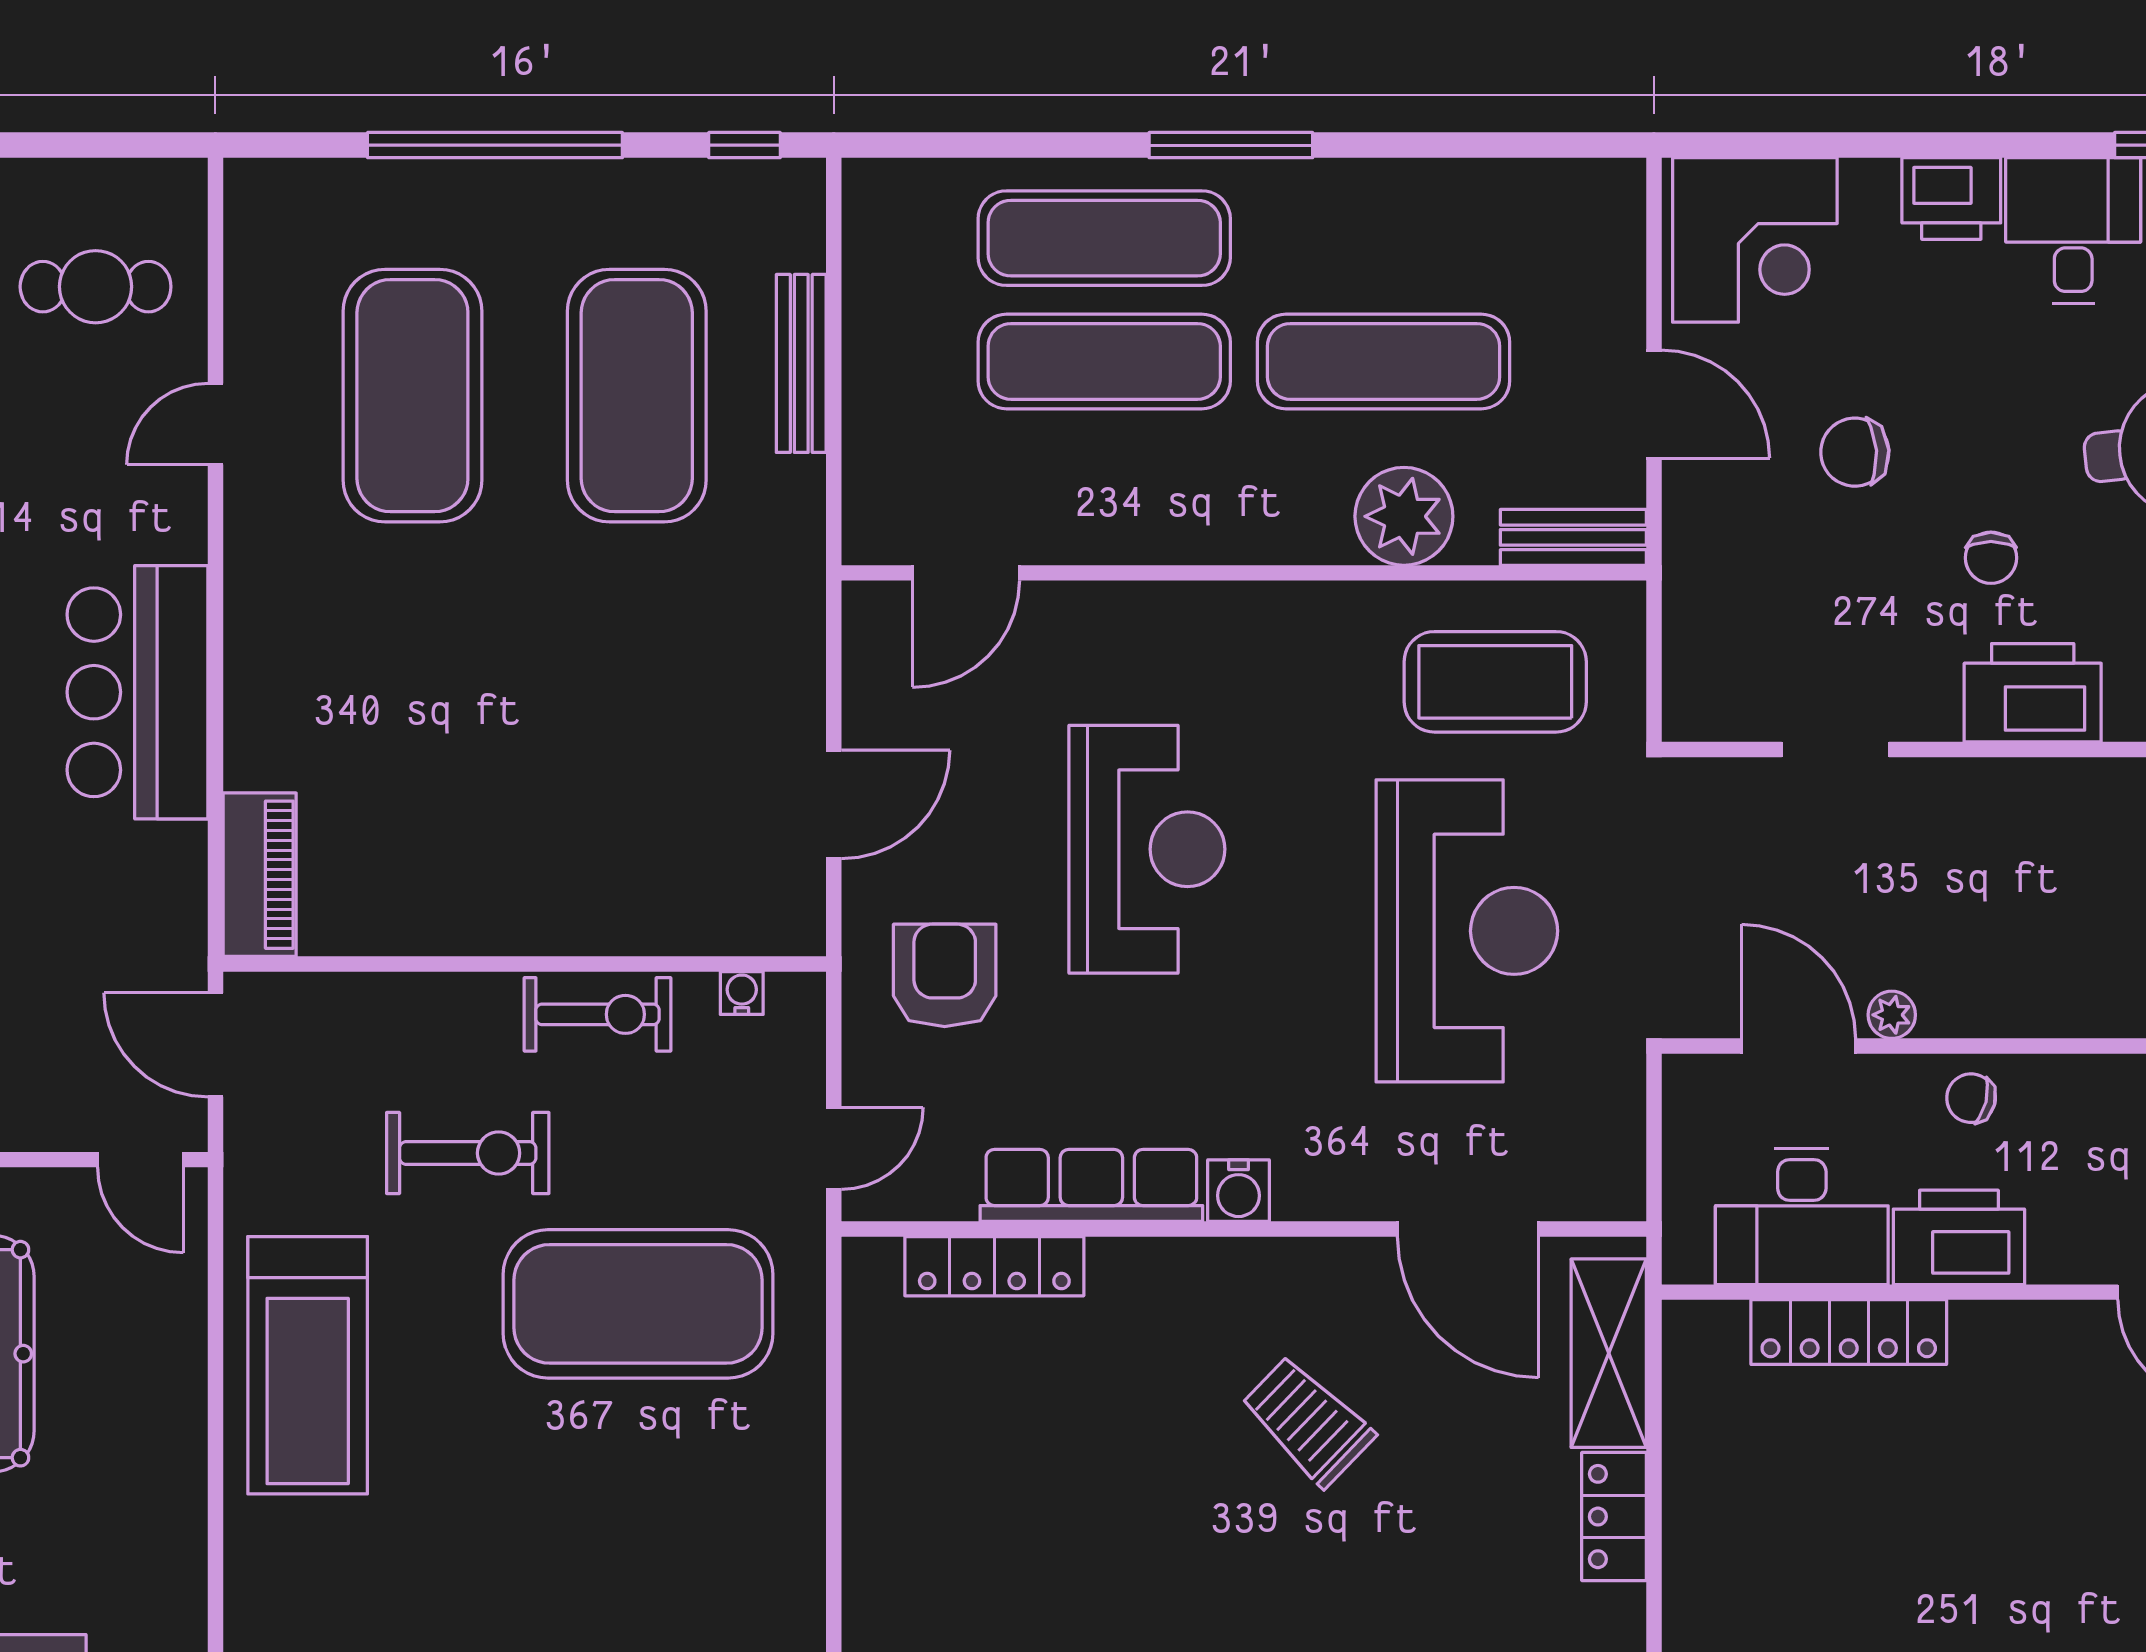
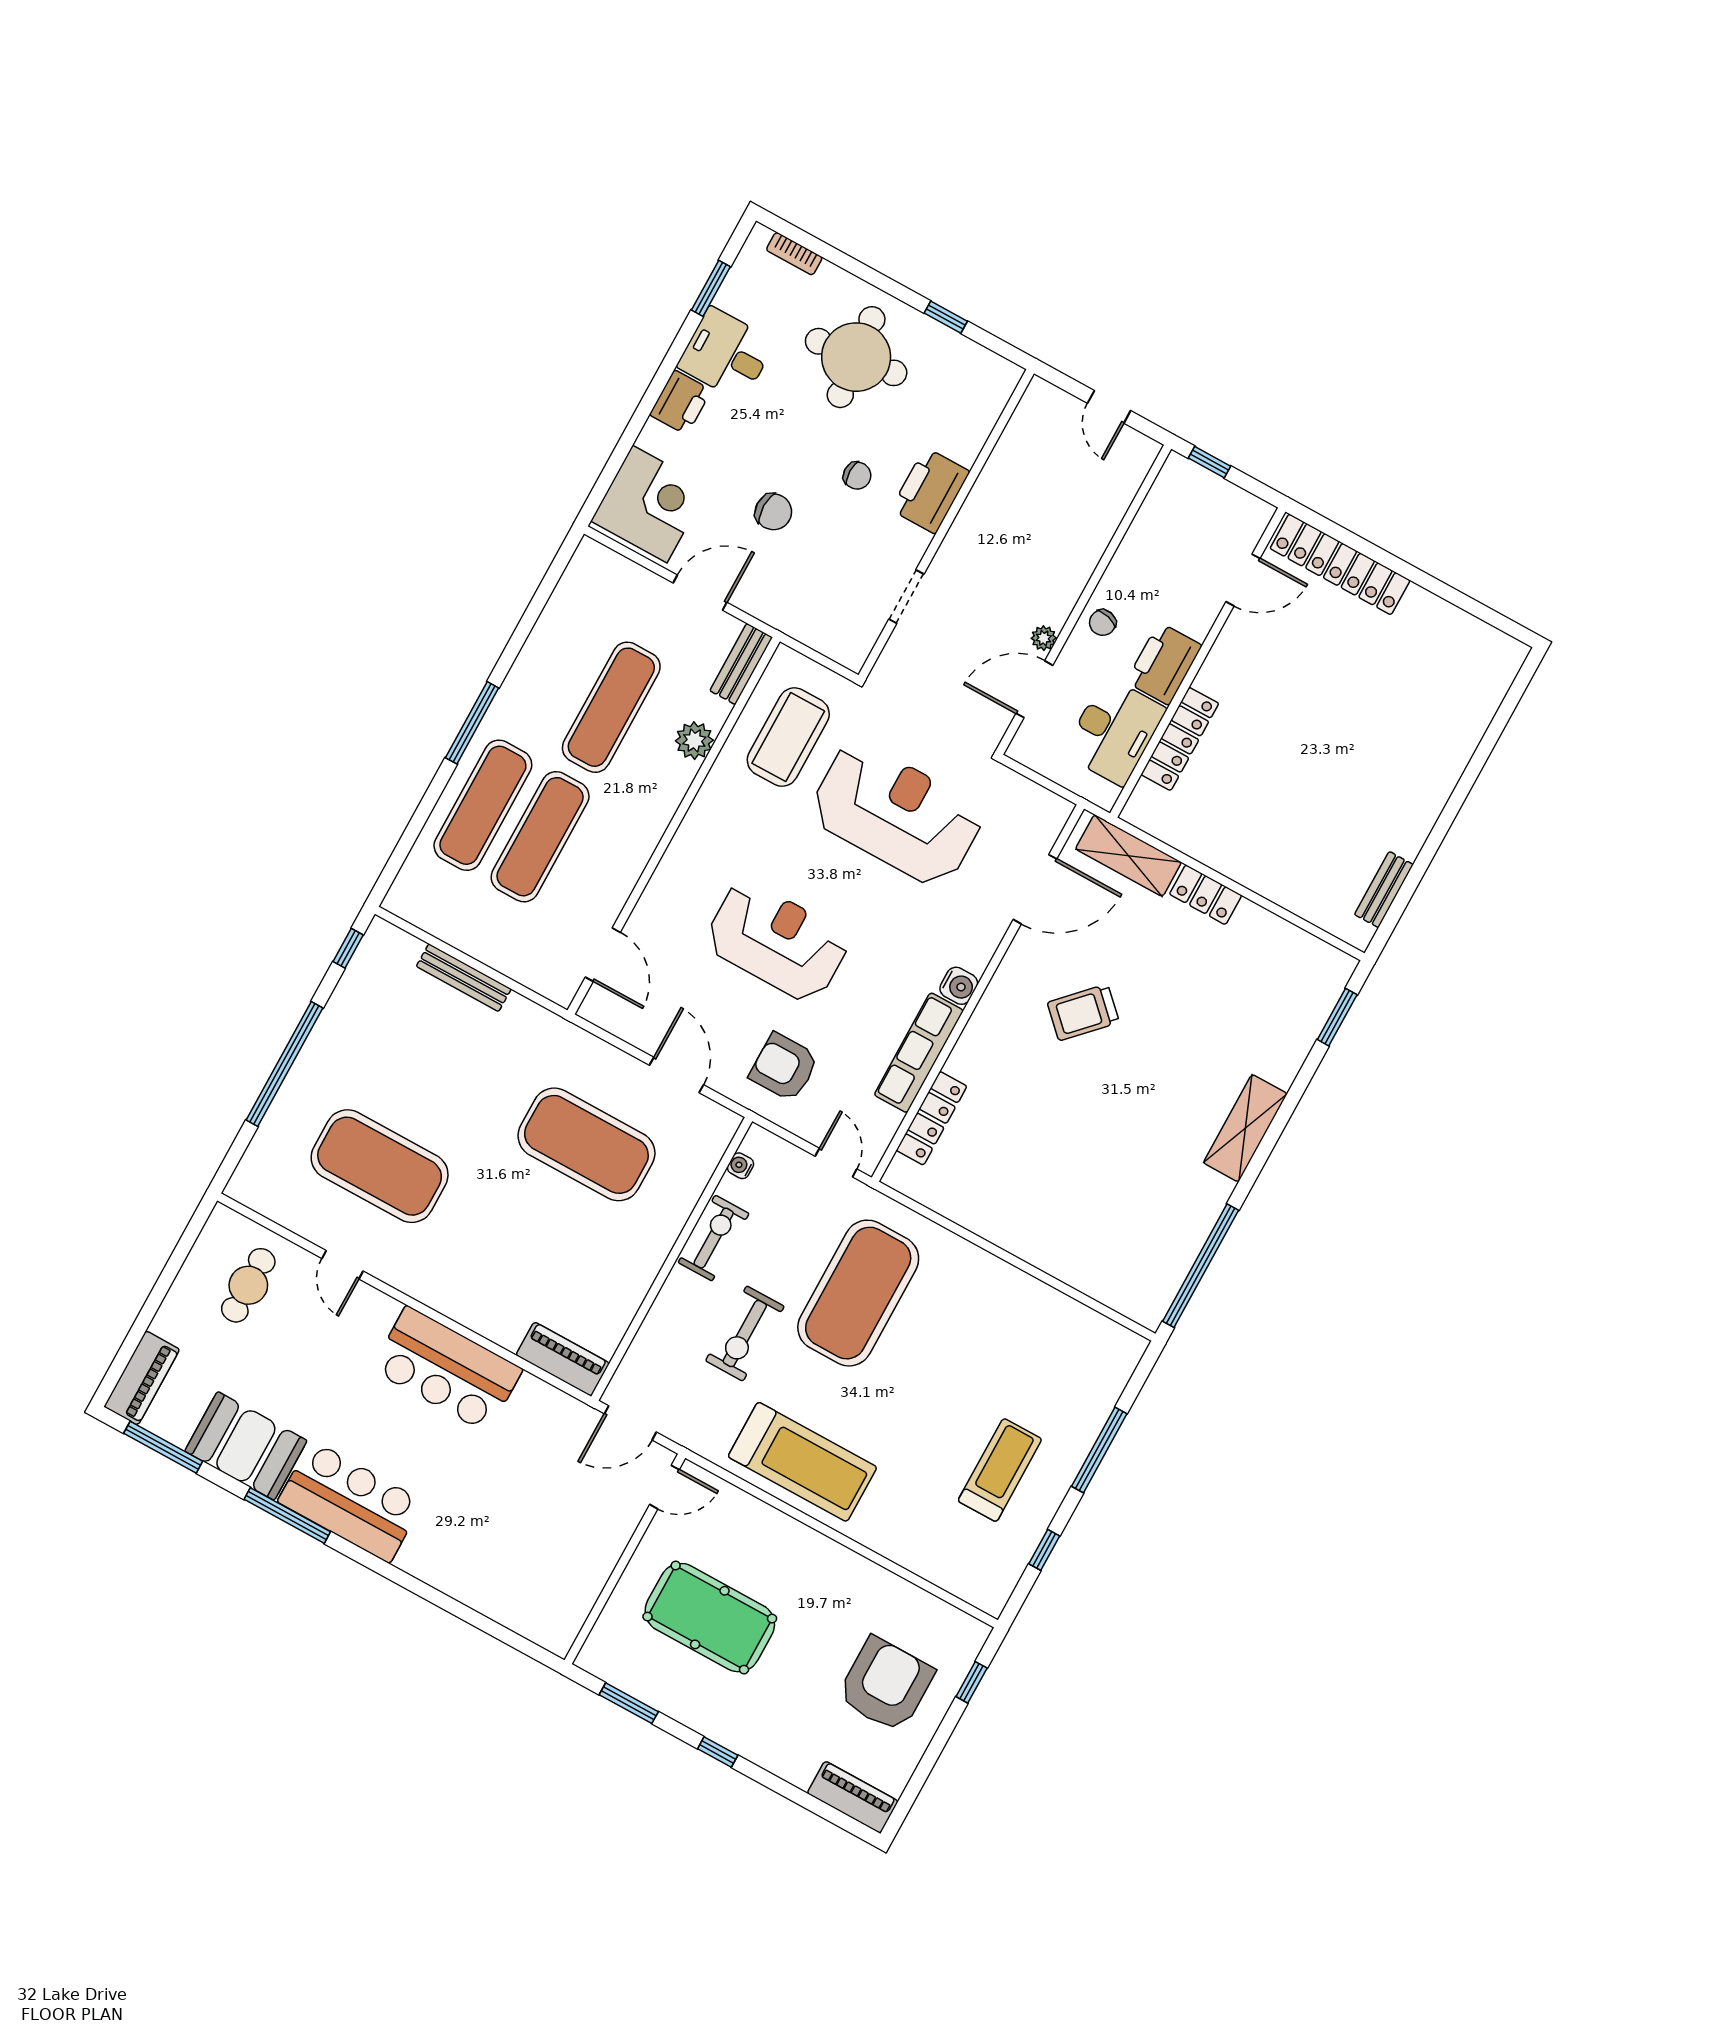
exercise mat: (637, 396) -> (586, 1144), moved
chair: (1855, 452) -> (773, 512), turned -86
plant: (1404, 516) -> (694, 741), width x0.73, depth x0.73
exercise bike: (468, 1153) -> (745, 1334), turned 180

